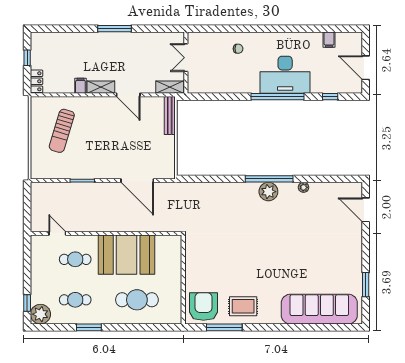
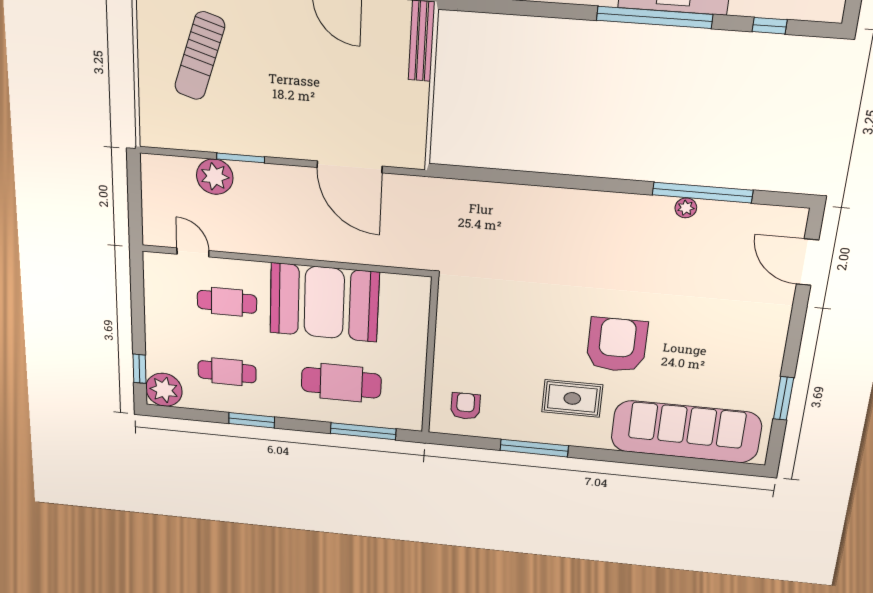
window: (269, 179) -> (703, 193), moved
plant: (268, 192) -> (215, 177), moved
armchair: (278, 263) -> (617, 345), added
armchair: (204, 306) -> (465, 406), width x0.53, depth x0.53
rug: (243, 306) -> (572, 398), moved
window: (150, 327) -> (363, 431), added
window: (224, 327) -> (534, 448), moved

